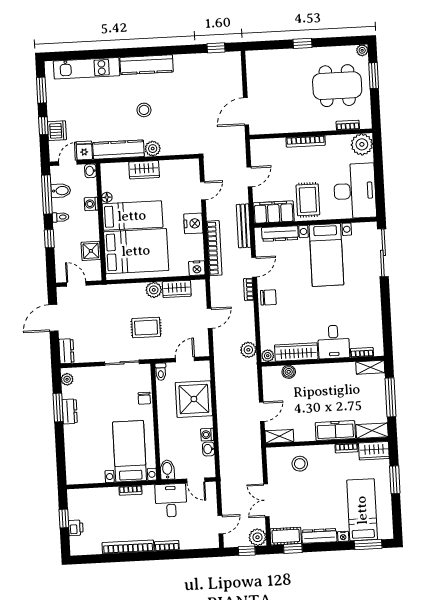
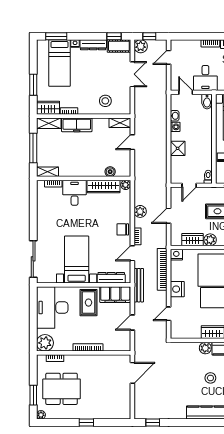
plant: (248, 350) -> (140, 211), moved
shower: (194, 399) -> (178, 148), width x0.54, depth x0.54

